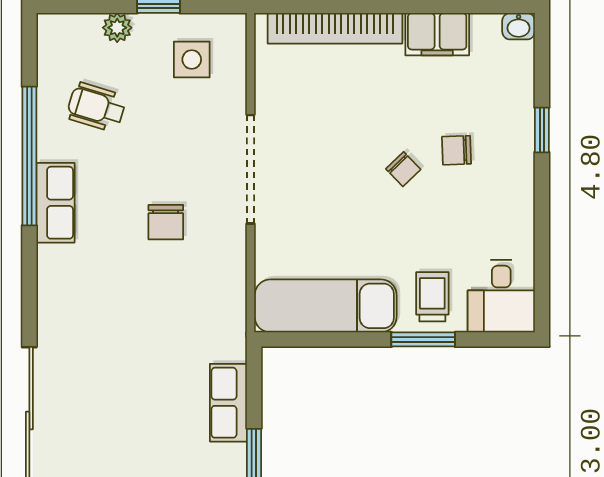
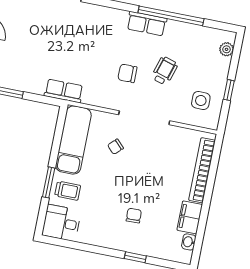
washbasin: (519, 26) -> (189, 242), moved
plant: (117, 28) -> (227, 49), moved
wheelchair: (96, 107) -> (164, 71), moved
chair: (403, 169) -> (115, 147), moved
row of seats: (228, 403) -> (64, 91), moved

